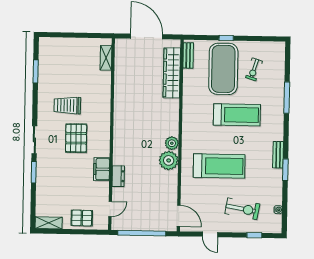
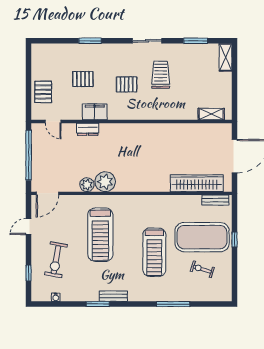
pallet: (76, 138) -> (127, 84), width x0.67, depth x0.71
sliding door: (34, 140) -> (147, 41), moved
plant: (172, 143) -> (87, 185), moved
pallet: (70, 180) -> (83, 79), added
shelving: (49, 223) -> (226, 57), moved

